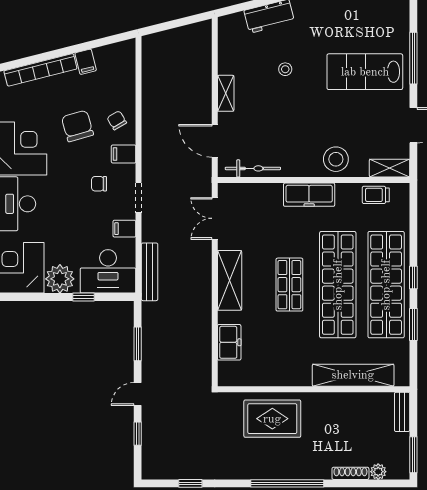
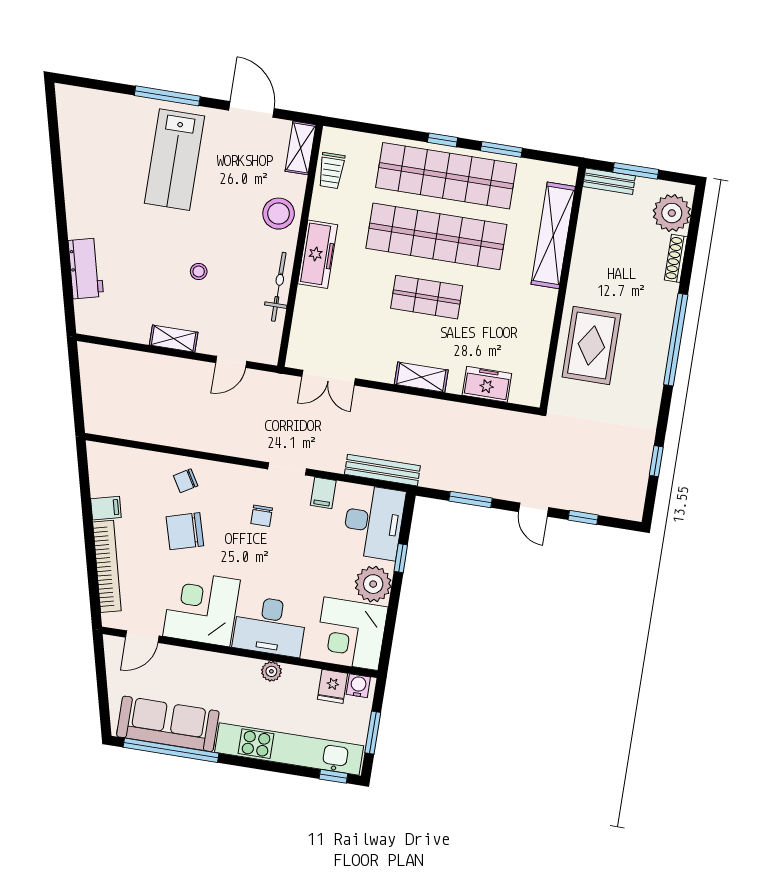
stool: (285, 69) -> (199, 271), moved
door: (215, 141) -> (231, 362), width x0.73
filing cabinet: (124, 154) -> (229, 479), removed
bicycle: (253, 168) -> (279, 287), moved
shelving: (230, 280) -> (421, 377), width x0.67, depth x0.75
window: (413, 455) -> (636, 171), moved
plant: (378, 472) -> (672, 213), width x1.87, depth x1.87

